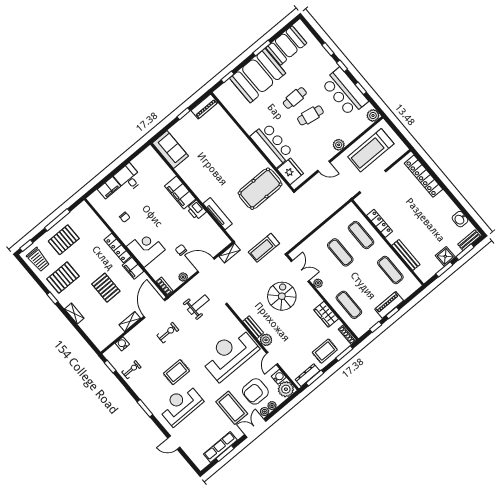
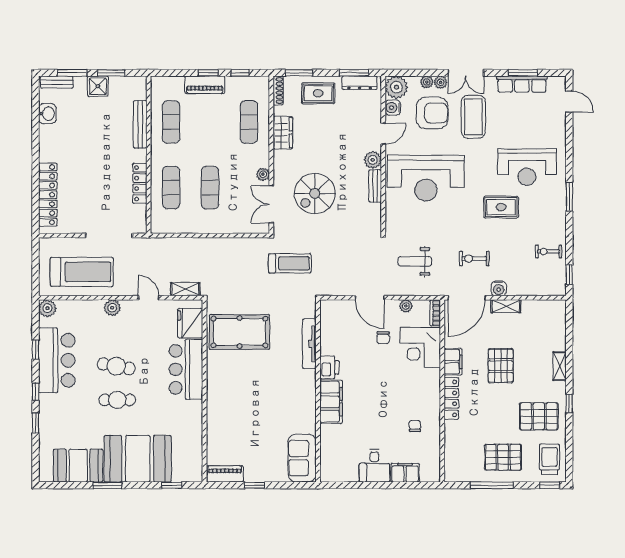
corner desk: (146, 248) -> (420, 347), moved
shelving: (230, 253) -> (185, 289), moved
water cooler: (122, 344) -> (499, 288), moved
door: (174, 443) -> (569, 102), moved

